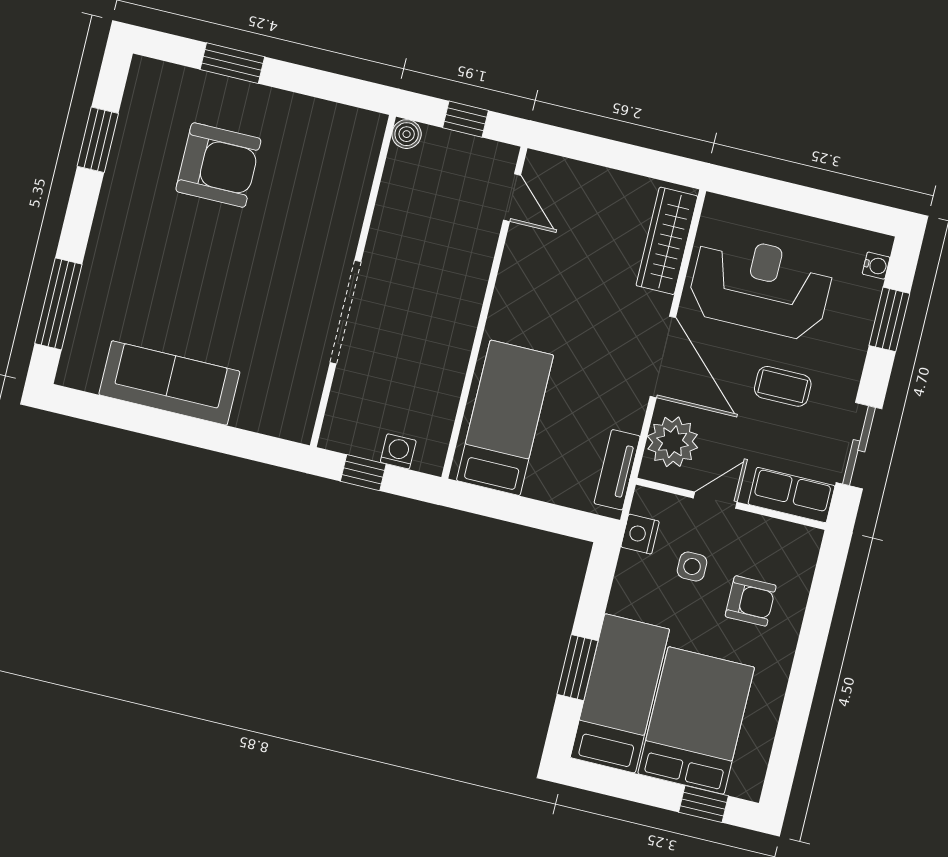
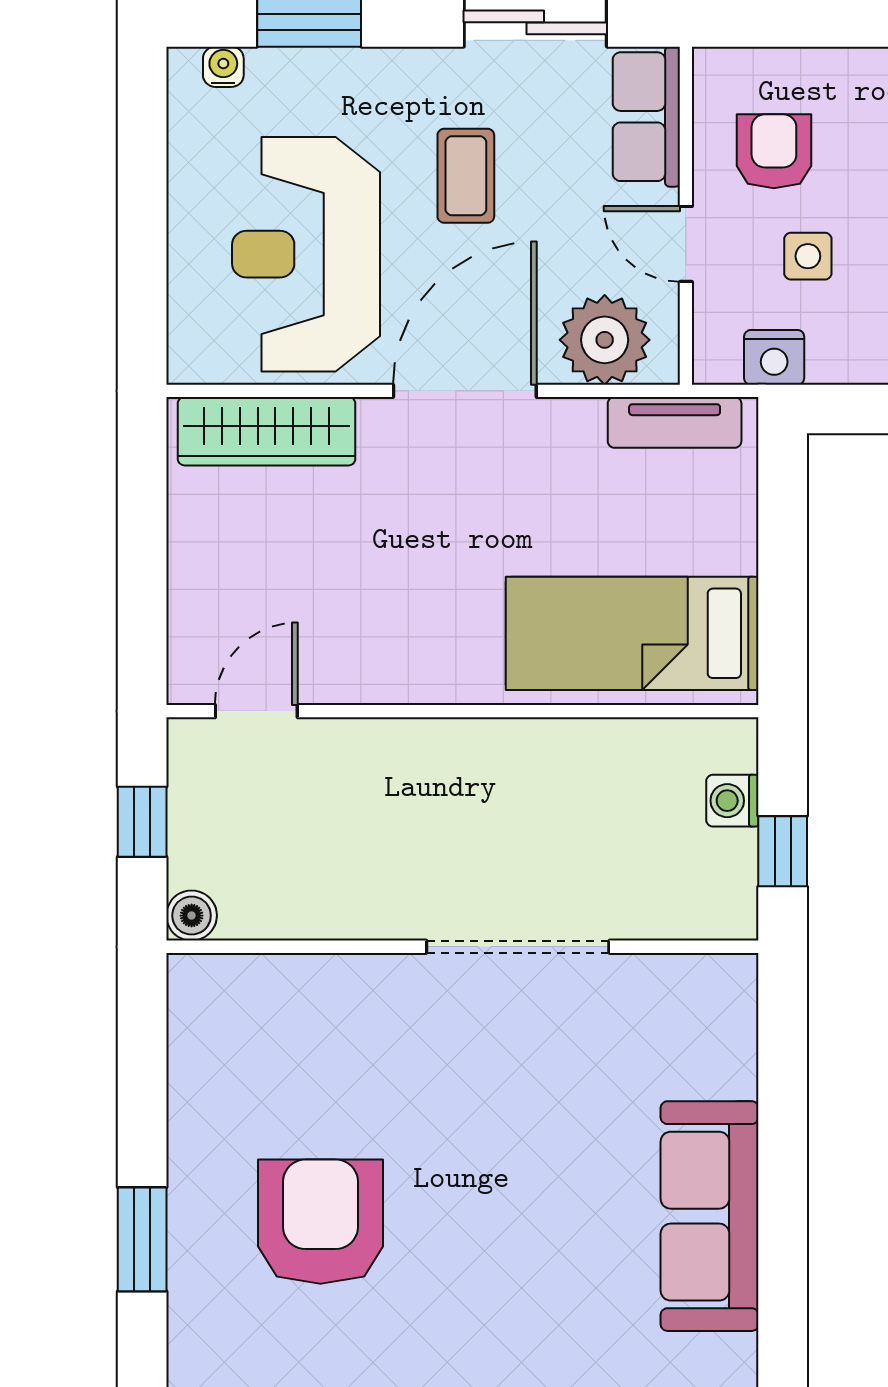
armchair: (751, 601) -> (774, 151), moved

